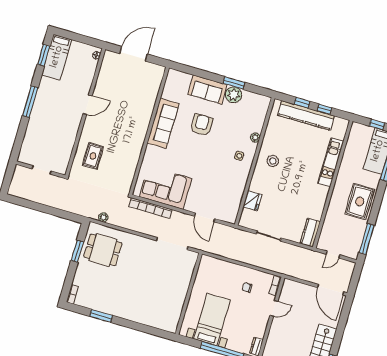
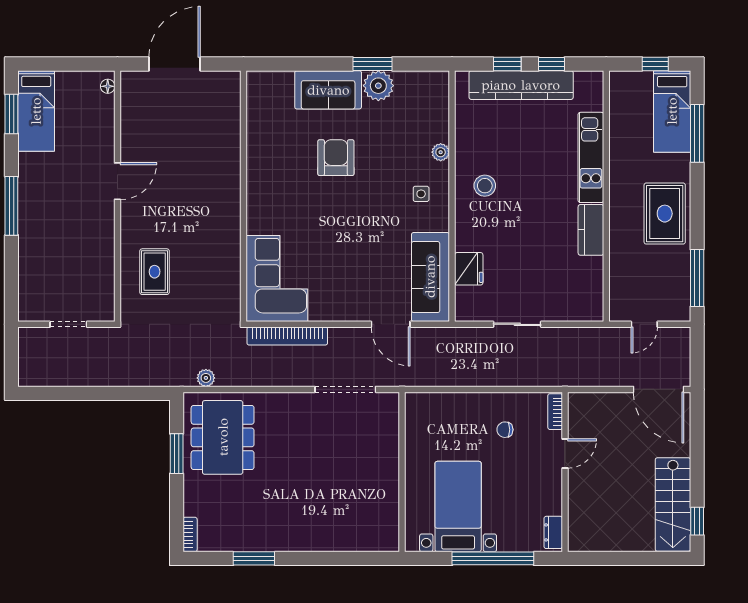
sofa: (163, 123) -> (430, 277), moved, turned 180
corner sofa: (166, 188) -> (277, 279), moved, turned 90
kitchen counter: (310, 233) -> (591, 230), moved
dining table: (103, 250) -> (223, 437), width x1.38

